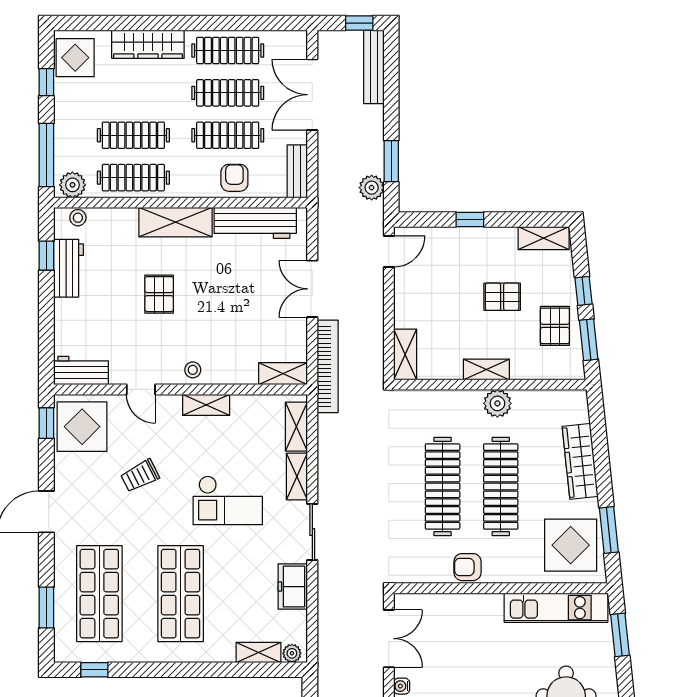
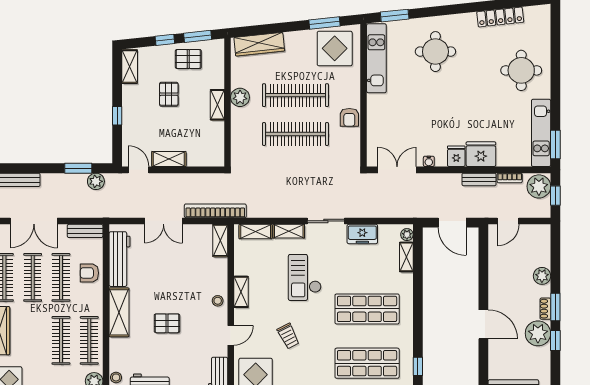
shelving: (405, 354) -> (169, 159), moved
wardrobe: (580, 461) -> (259, 44), moved
checkout: (228, 500) -> (305, 277), turned 180

